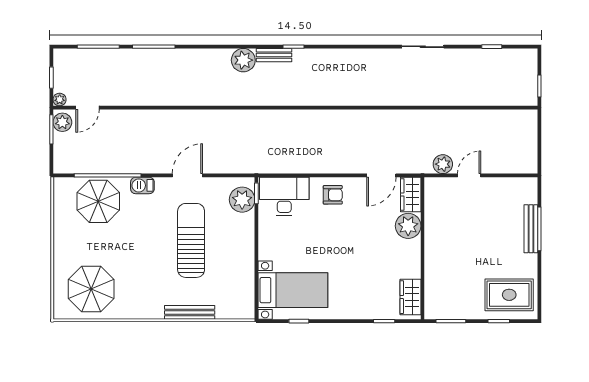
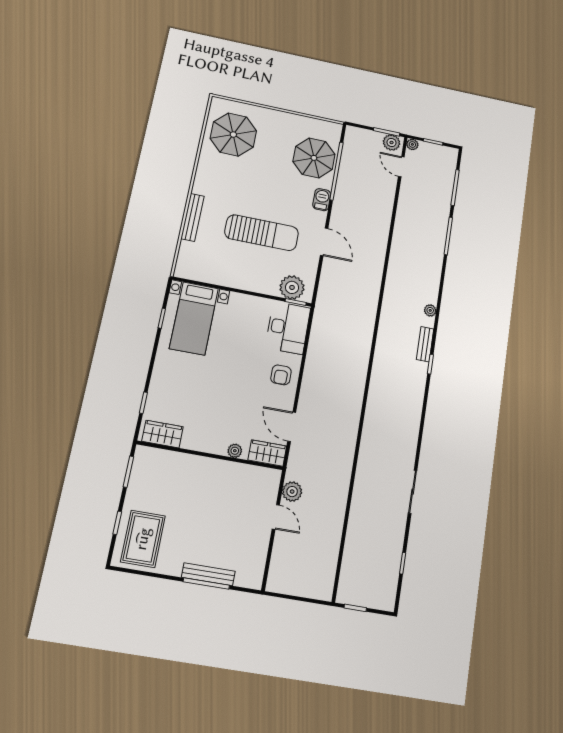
plant: (243, 60) -> (430, 310), width x0.53, depth x0.53
plant: (408, 226) -> (235, 451), width x0.53, depth x0.53

